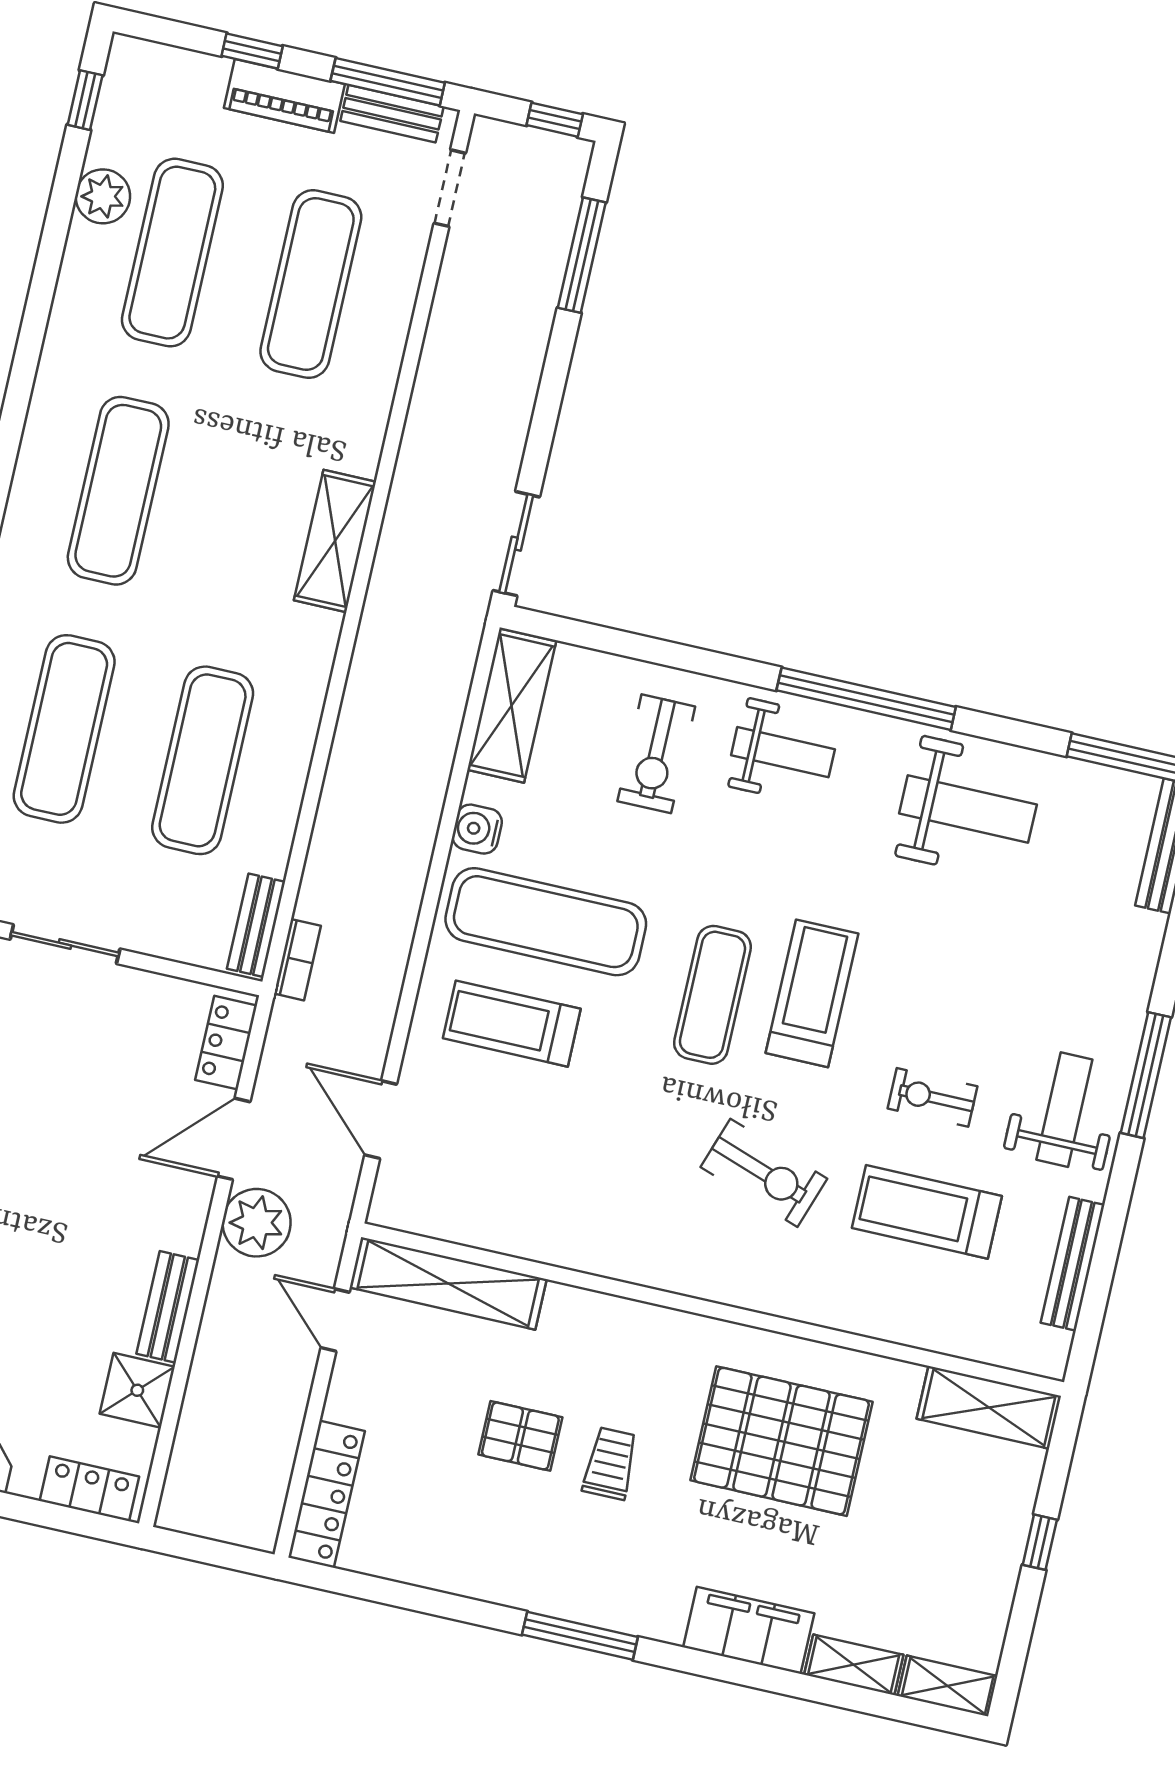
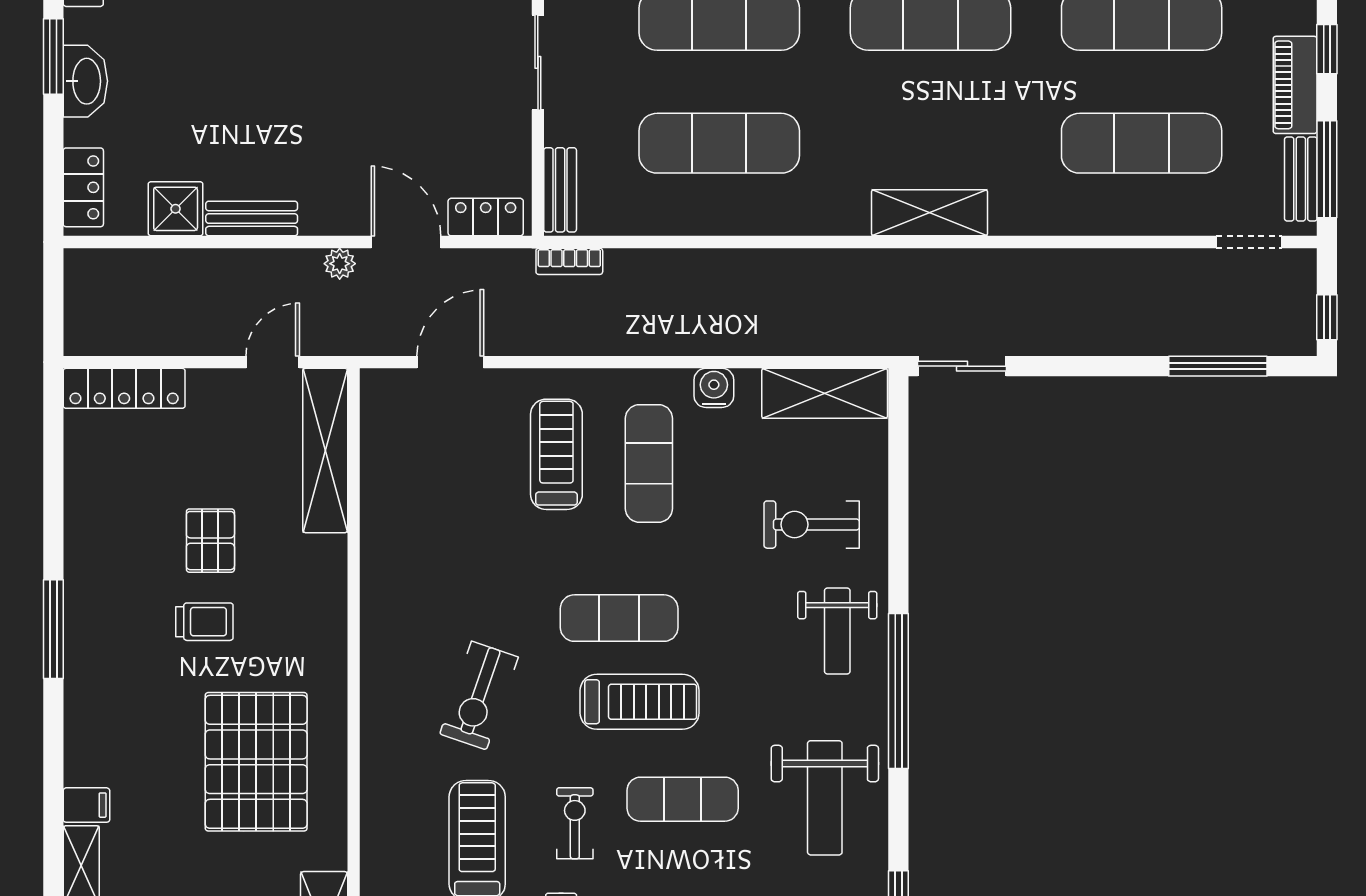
exercise mat: (546, 922) -> (649, 463), width x0.73, depth x0.69
bench: (256, 925) -> (560, 190), moved, turned 90
exercise mat: (933, 970) -> (683, 799), added
plant: (257, 1223) -> (340, 264), width x0.53, depth x0.53
filing cabinet: (749, 1630) -> (86, 805), width x0.33, depth x0.86

